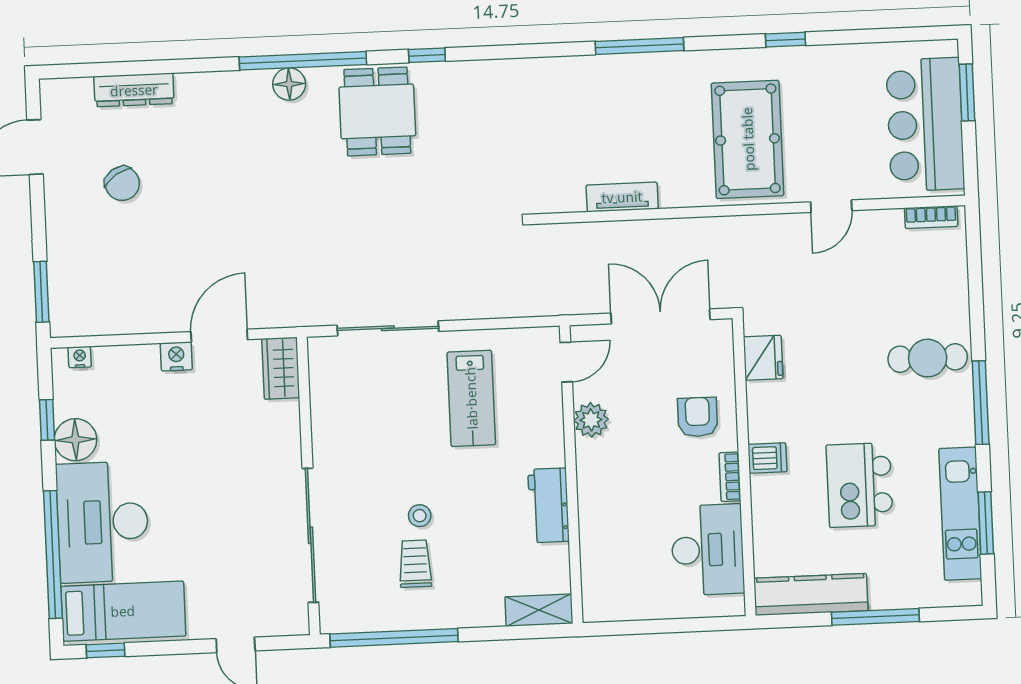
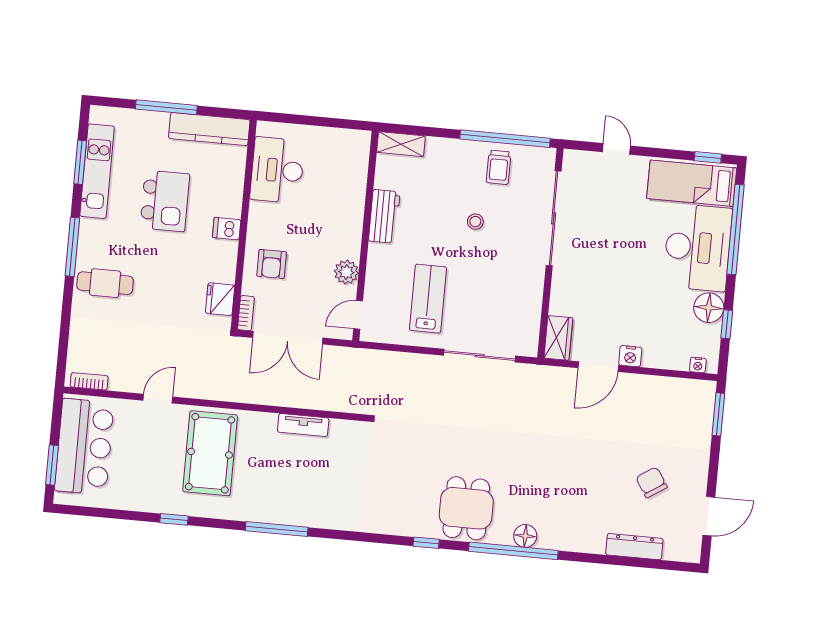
bookcase: (730, 477) -> (246, 313), moved
trolley: (415, 564) -> (499, 167), moved

